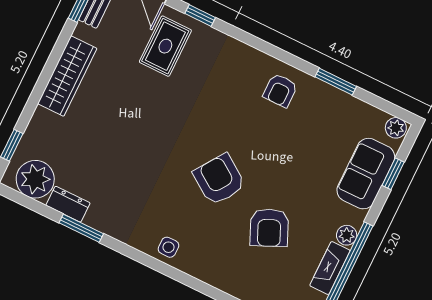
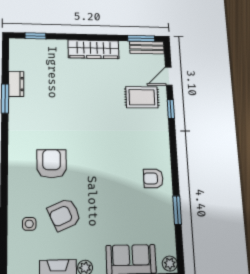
plant: (35, 179) -> (22, 58), removed
armchair: (219, 180) -> (52, 164), moved, turned -35
side table: (168, 247) -> (29, 224), moved

